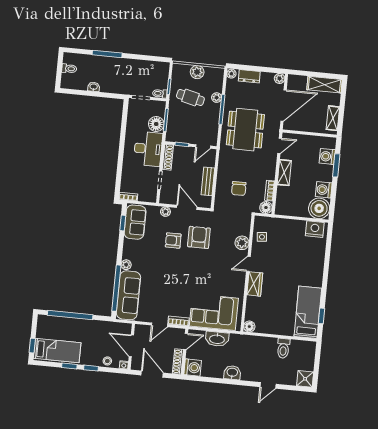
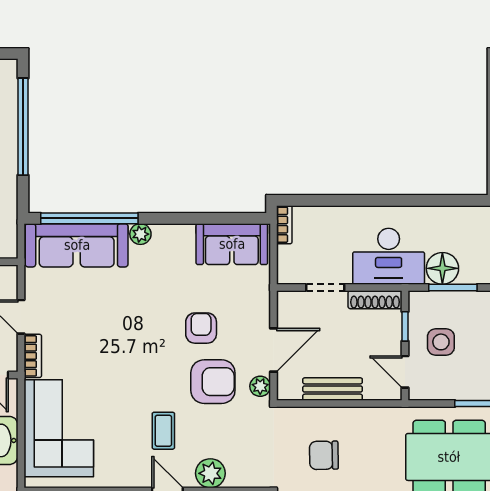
side table: (191, 128) -> (441, 342), added
plant: (165, 212) -> (260, 386), moved
window: (123, 223) -> (227, 218), removed
coffee table: (220, 263) -> (163, 431), added

